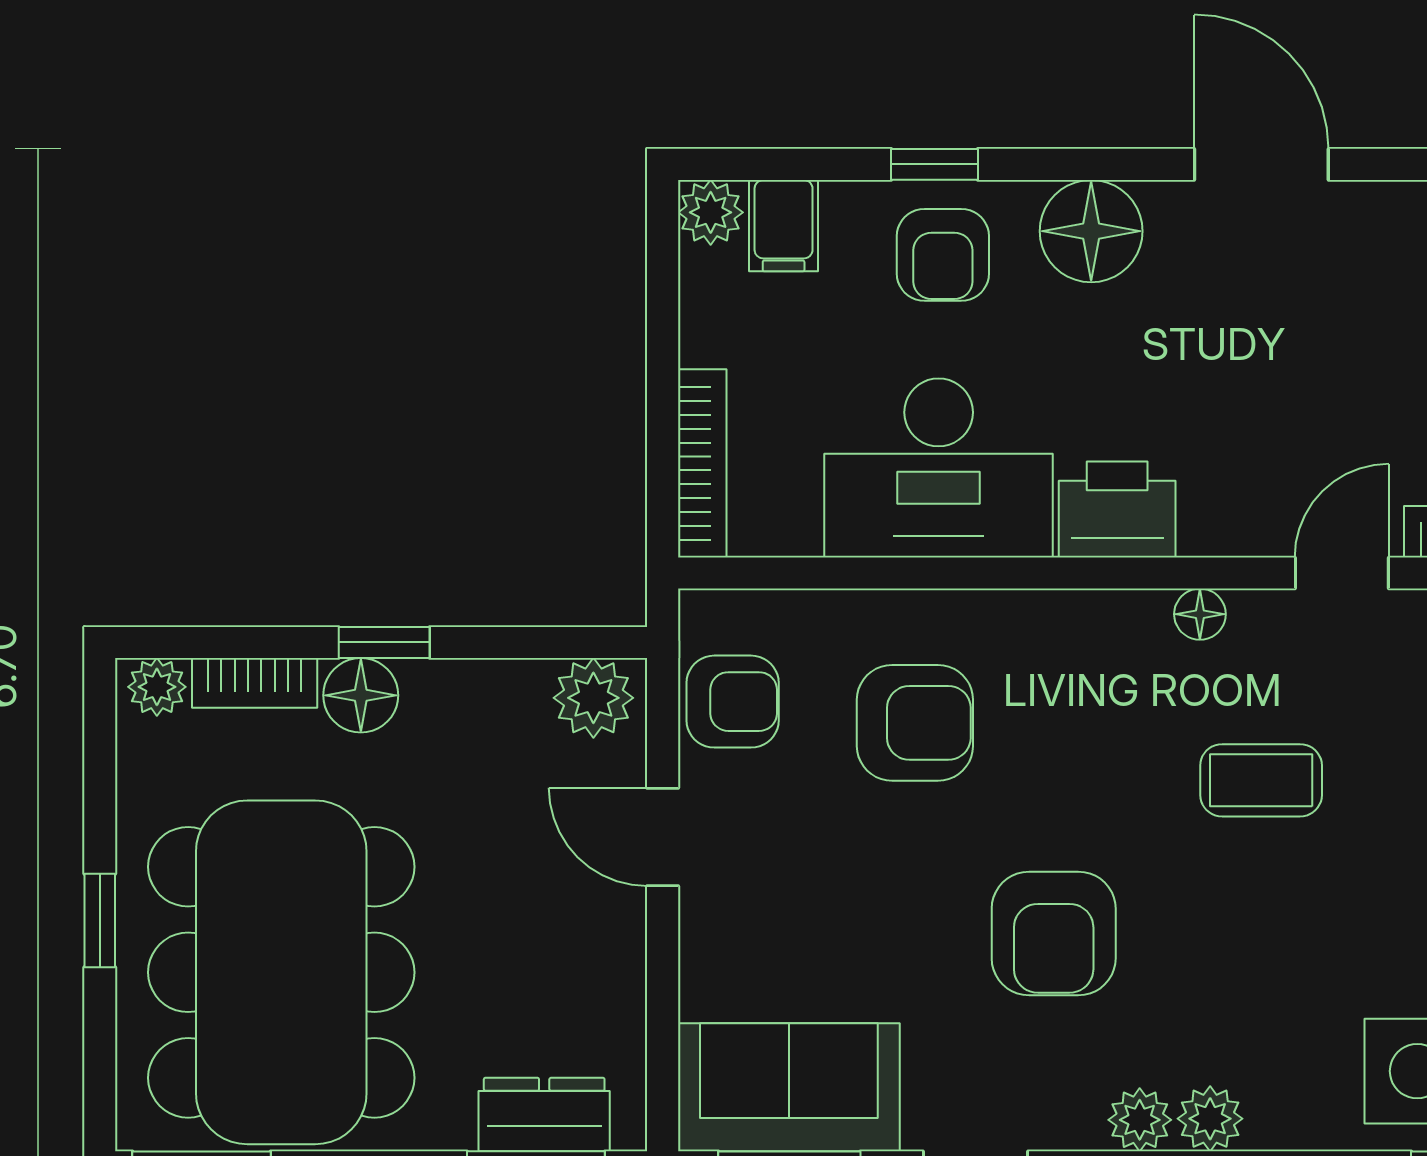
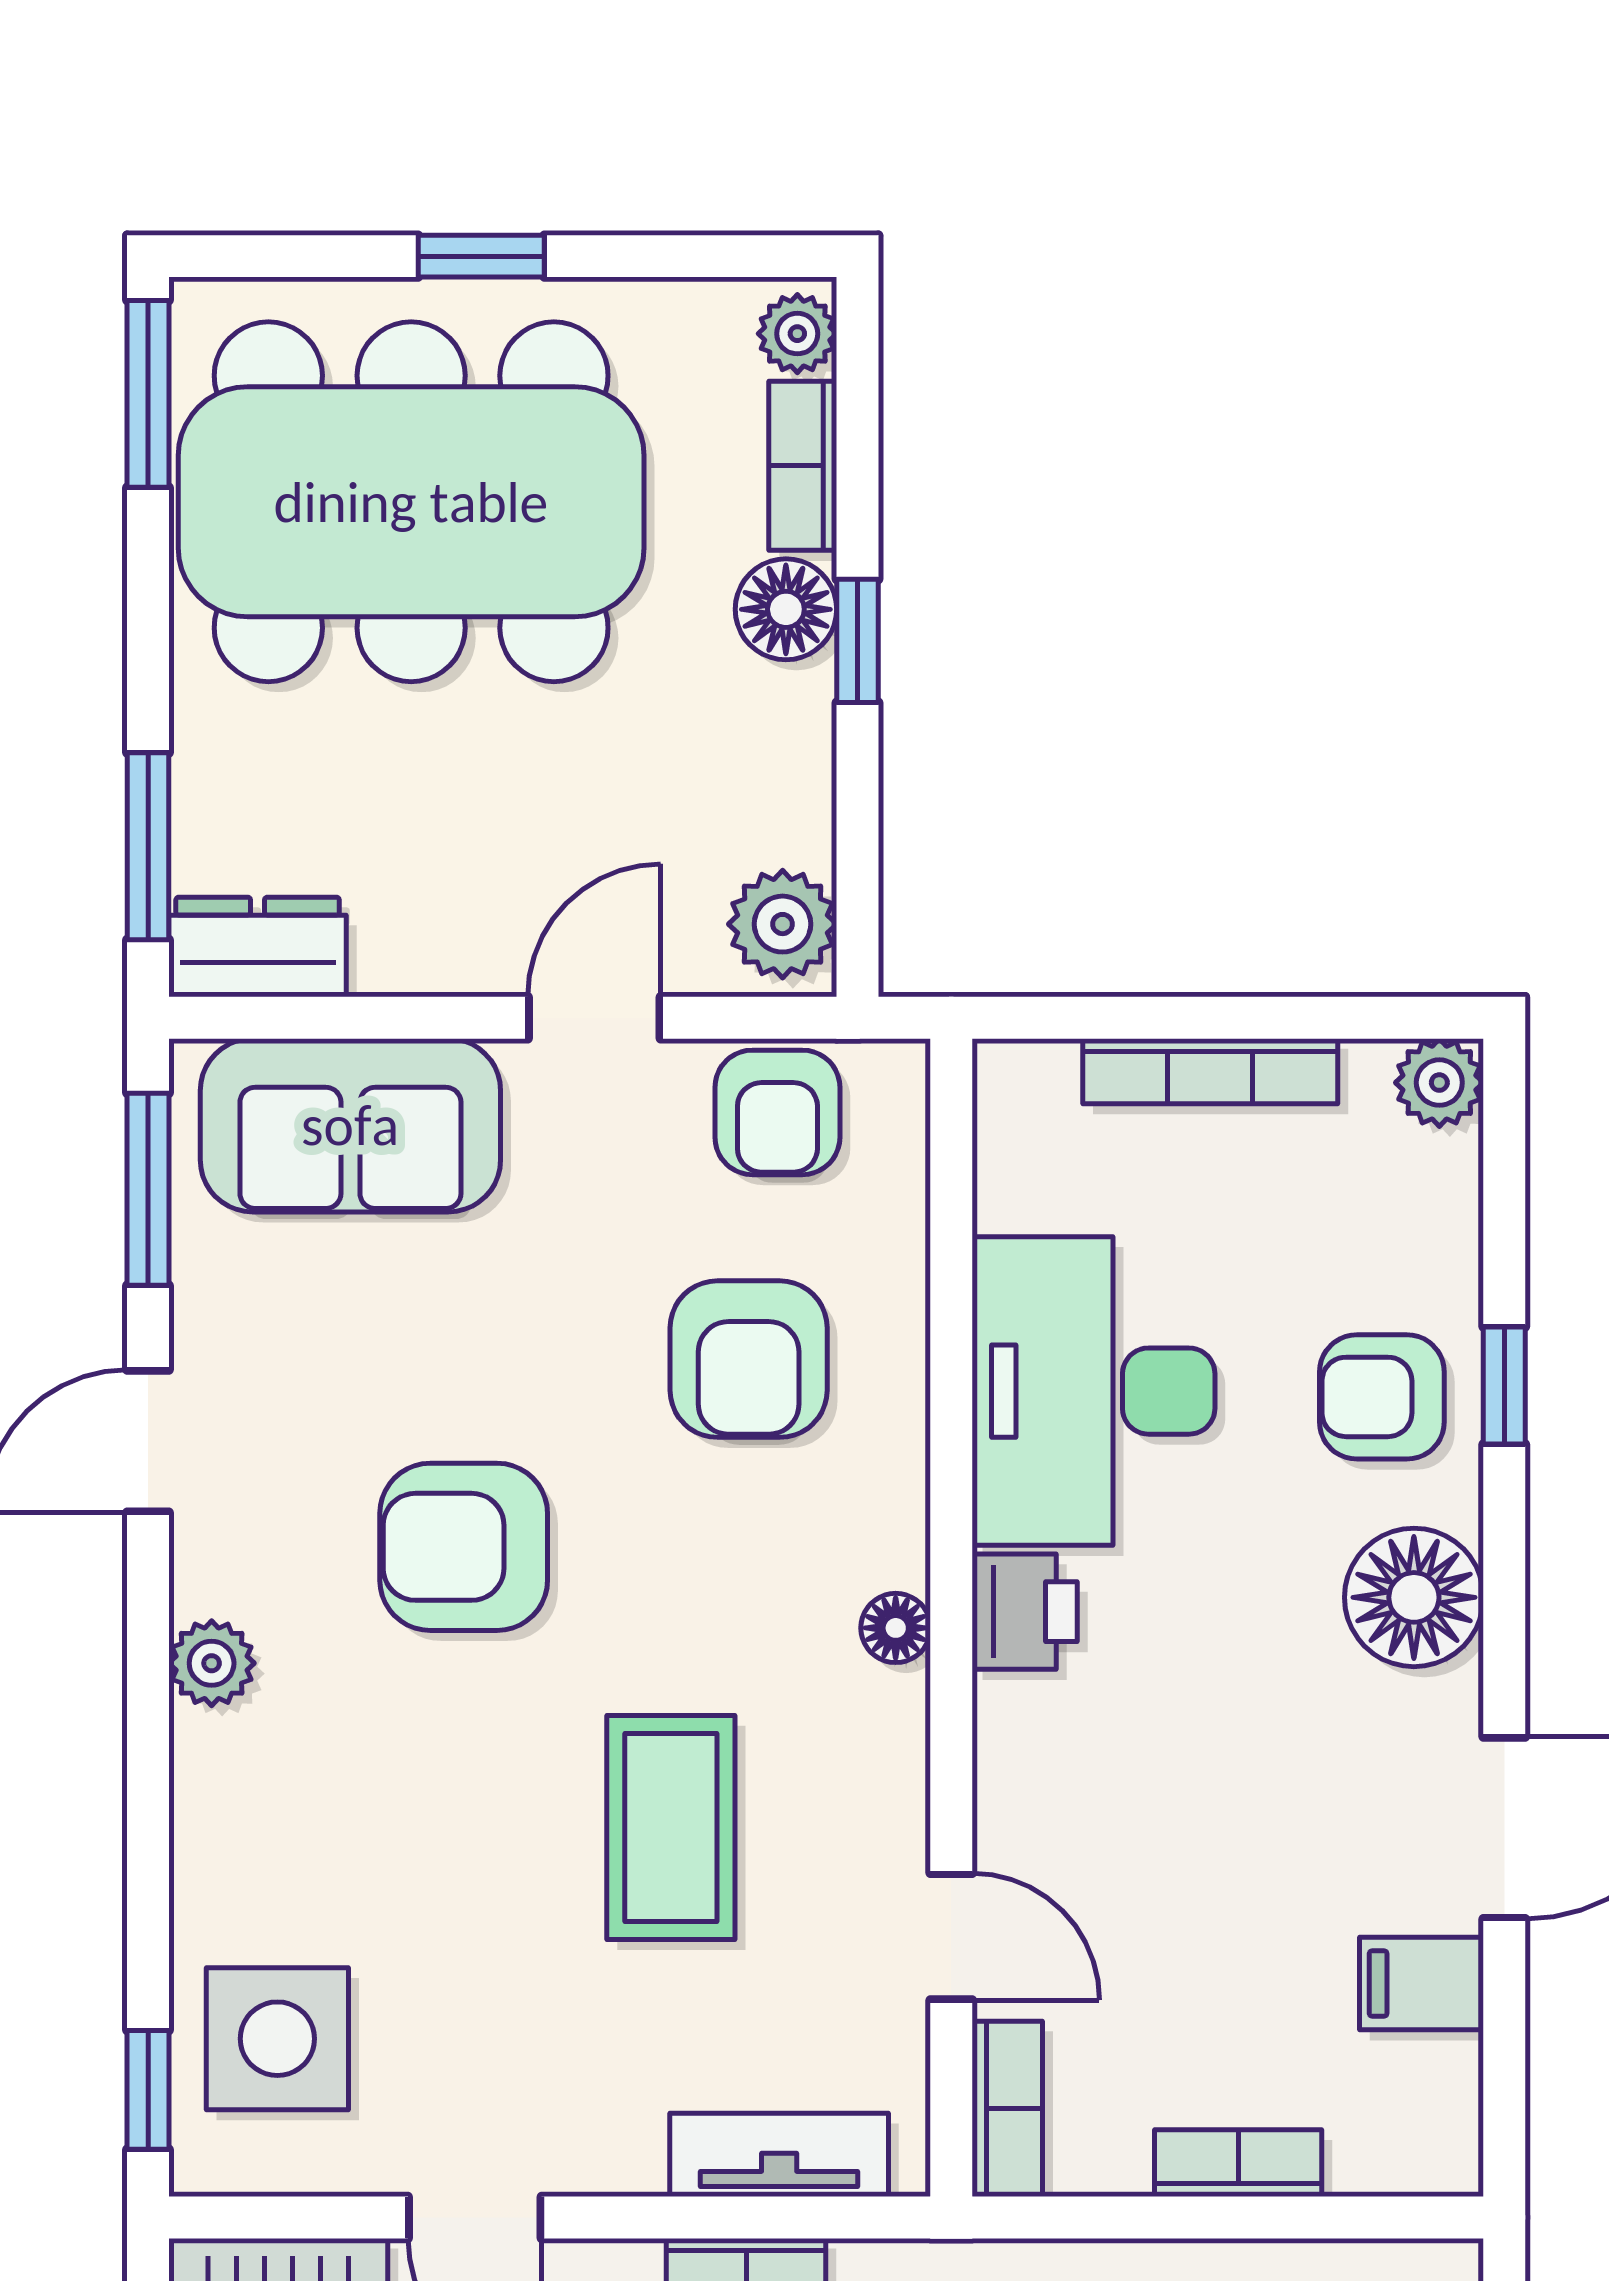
filing cabinet: (784, 226) -> (1421, 1983), moved
bookcase: (702, 463) -> (1210, 1071), moved
printer: (1117, 510) -> (1025, 1612), width x0.73, depth x0.81
floor lamp: (1200, 614) -> (896, 1628), moved
coffee table: (1261, 780) -> (671, 1827), width x1.36, depth x1.30
sofa: (789, 1087) -> (350, 1125), moved, turned 90
dresser: (544, 1114) -> (258, 947), moved, turned -90
plant: (1210, 1119) -> (213, 1758), removed

